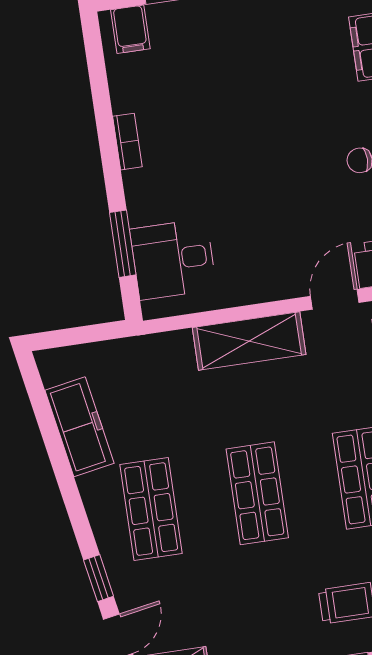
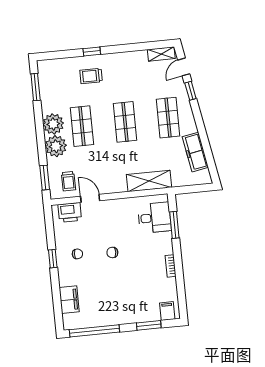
chair: (273, 168) -> (112, 252), added
door: (335, 299) -> (90, 198), swing flipped
shelving: (249, 341) -> (149, 181), moved

